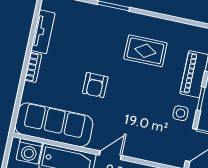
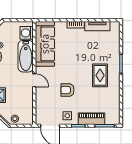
rug: (145, 51) -> (100, 75), moved
armchair: (95, 85) -> (67, 90), moved

